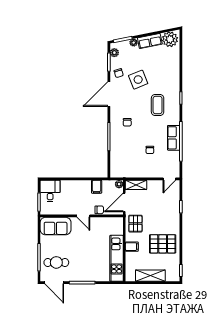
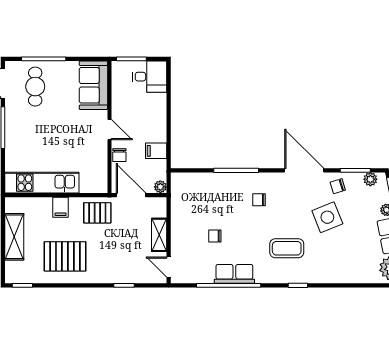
shelving: (136, 185) -> (159, 235), moved
door: (83, 216) -> (110, 130), swing flipped
pallet: (163, 244) -> (65, 256), turned 90

